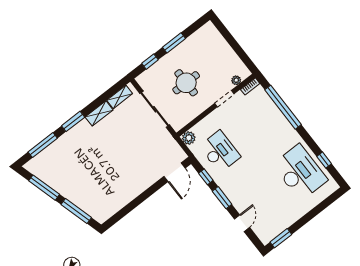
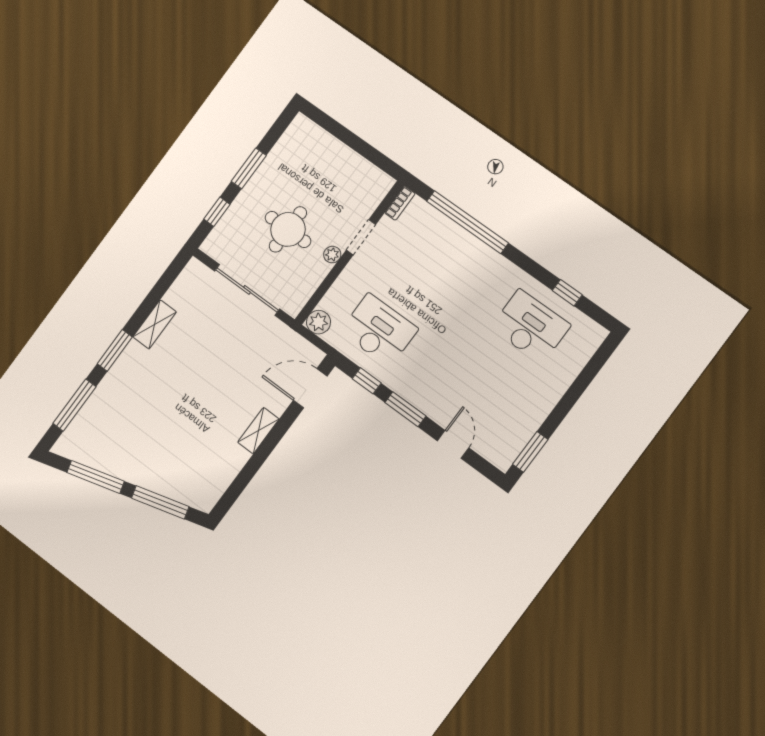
plant: (236, 80) -> (332, 255), moved
shelving: (120, 97) -> (258, 431), moved
door: (174, 172) -> (310, 388), swing flipped
desk: (300, 172) -> (530, 326), width x0.73, depth x0.77

